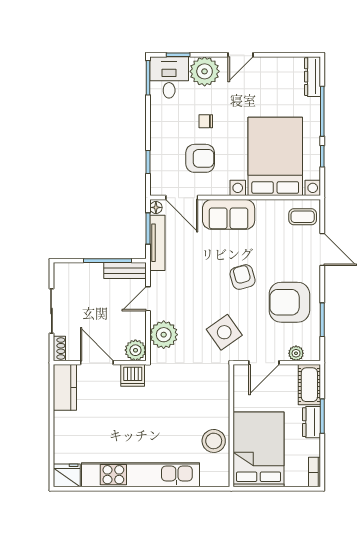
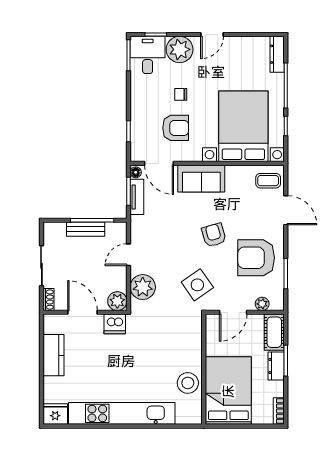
tv unit: (157, 243) -> (137, 197), width x0.71
bench: (125, 271) -> (86, 229), moved
kitchen counter: (65, 387) -> (54, 355), moved

